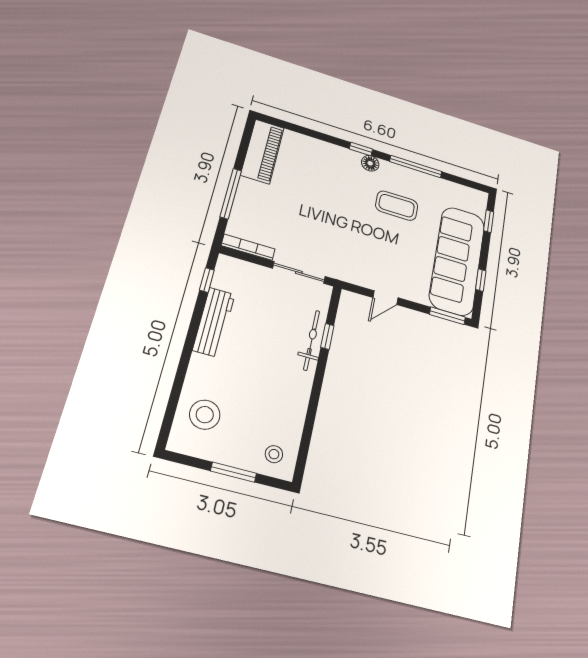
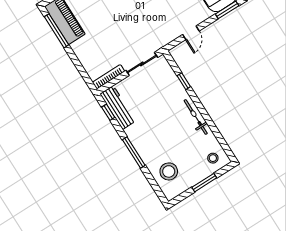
window: (231, 194) -> (57, 31), moved
workbench: (214, 322) -> (118, 108), moved
bicycle: (312, 340) -> (196, 117), moved
window: (187, 351) -> (134, 152), added

